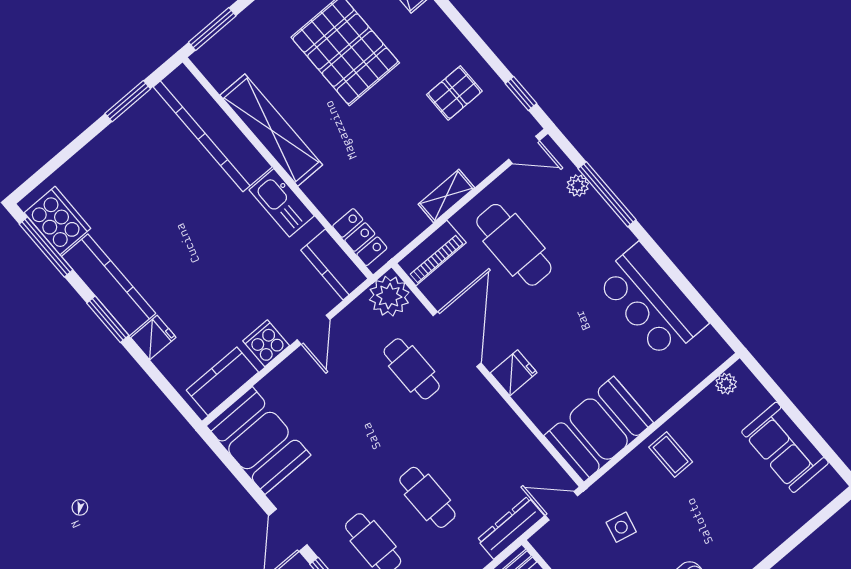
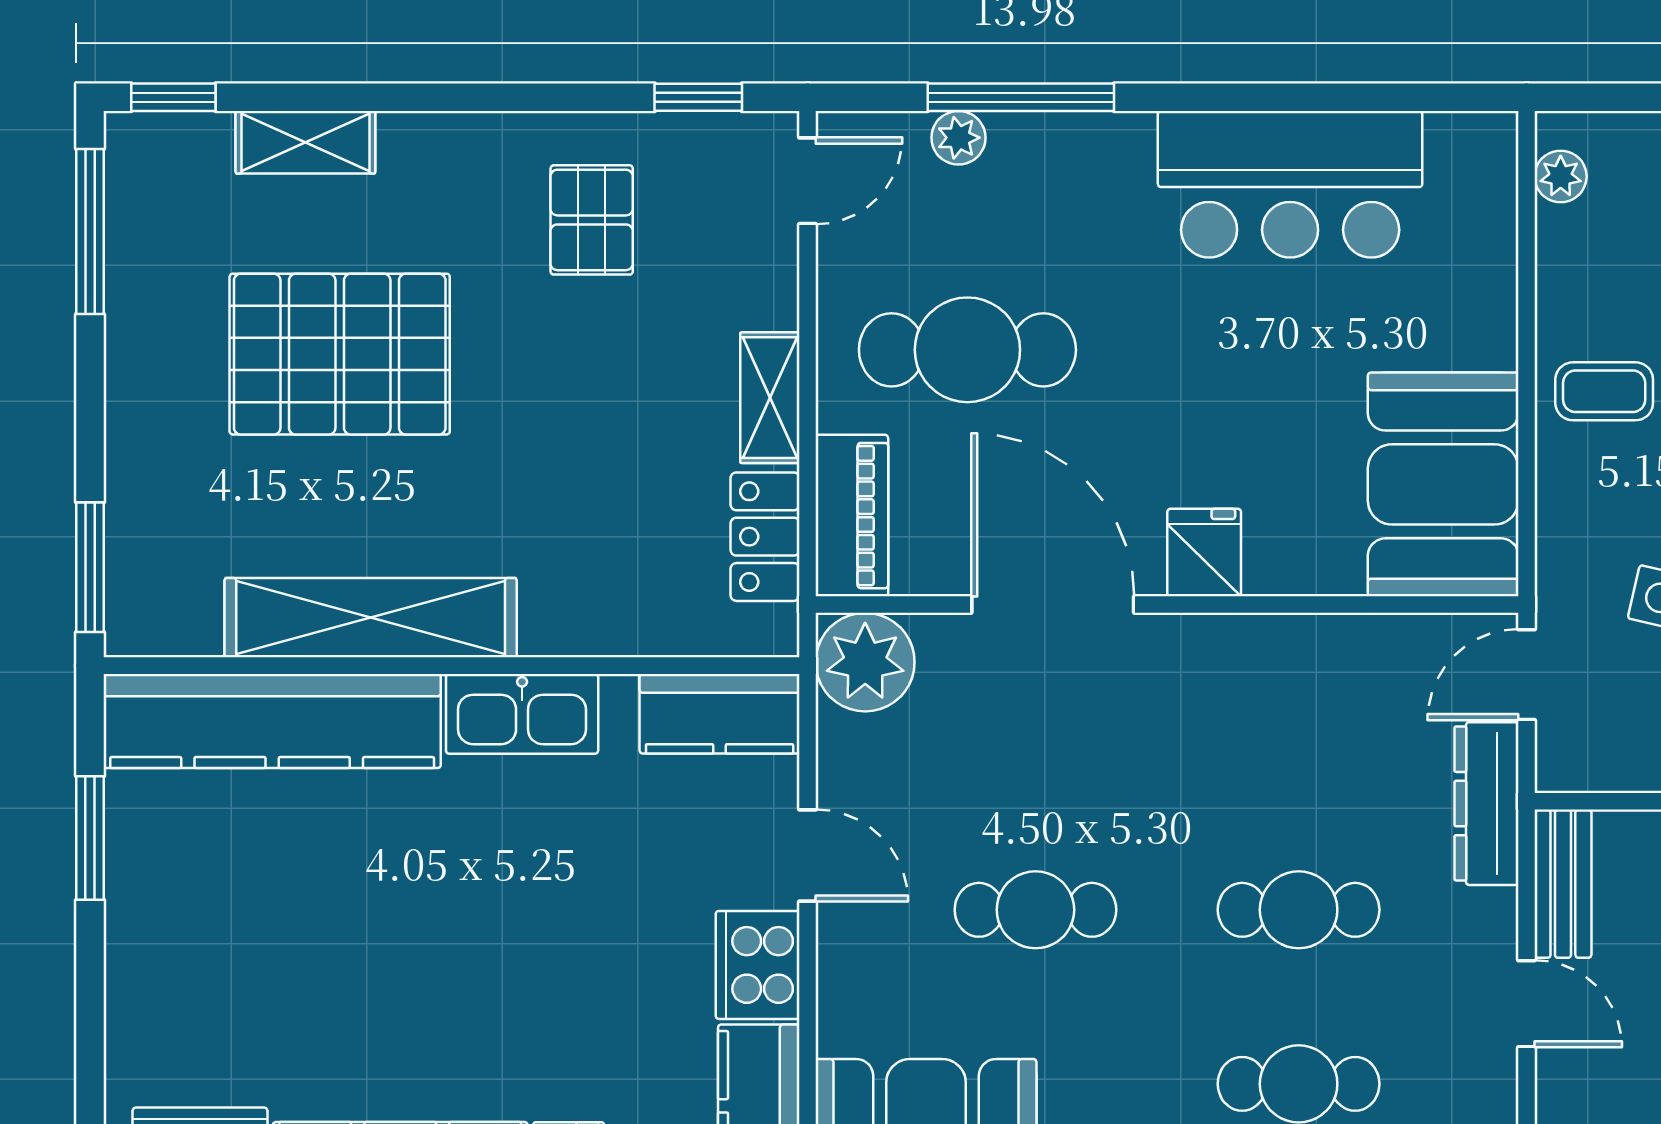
locker: (360, 237) -> (765, 537), moved, turned -90
cooker: (266, 343) -> (758, 965), width x1.36
cafe table: (412, 369) -> (1035, 910), moved

